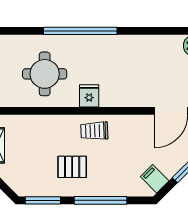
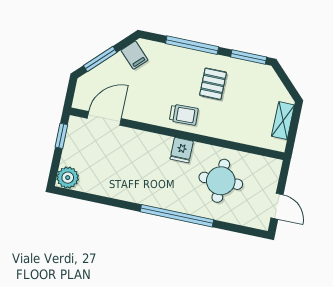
pallet: (72, 167) -> (213, 84), turned 90

